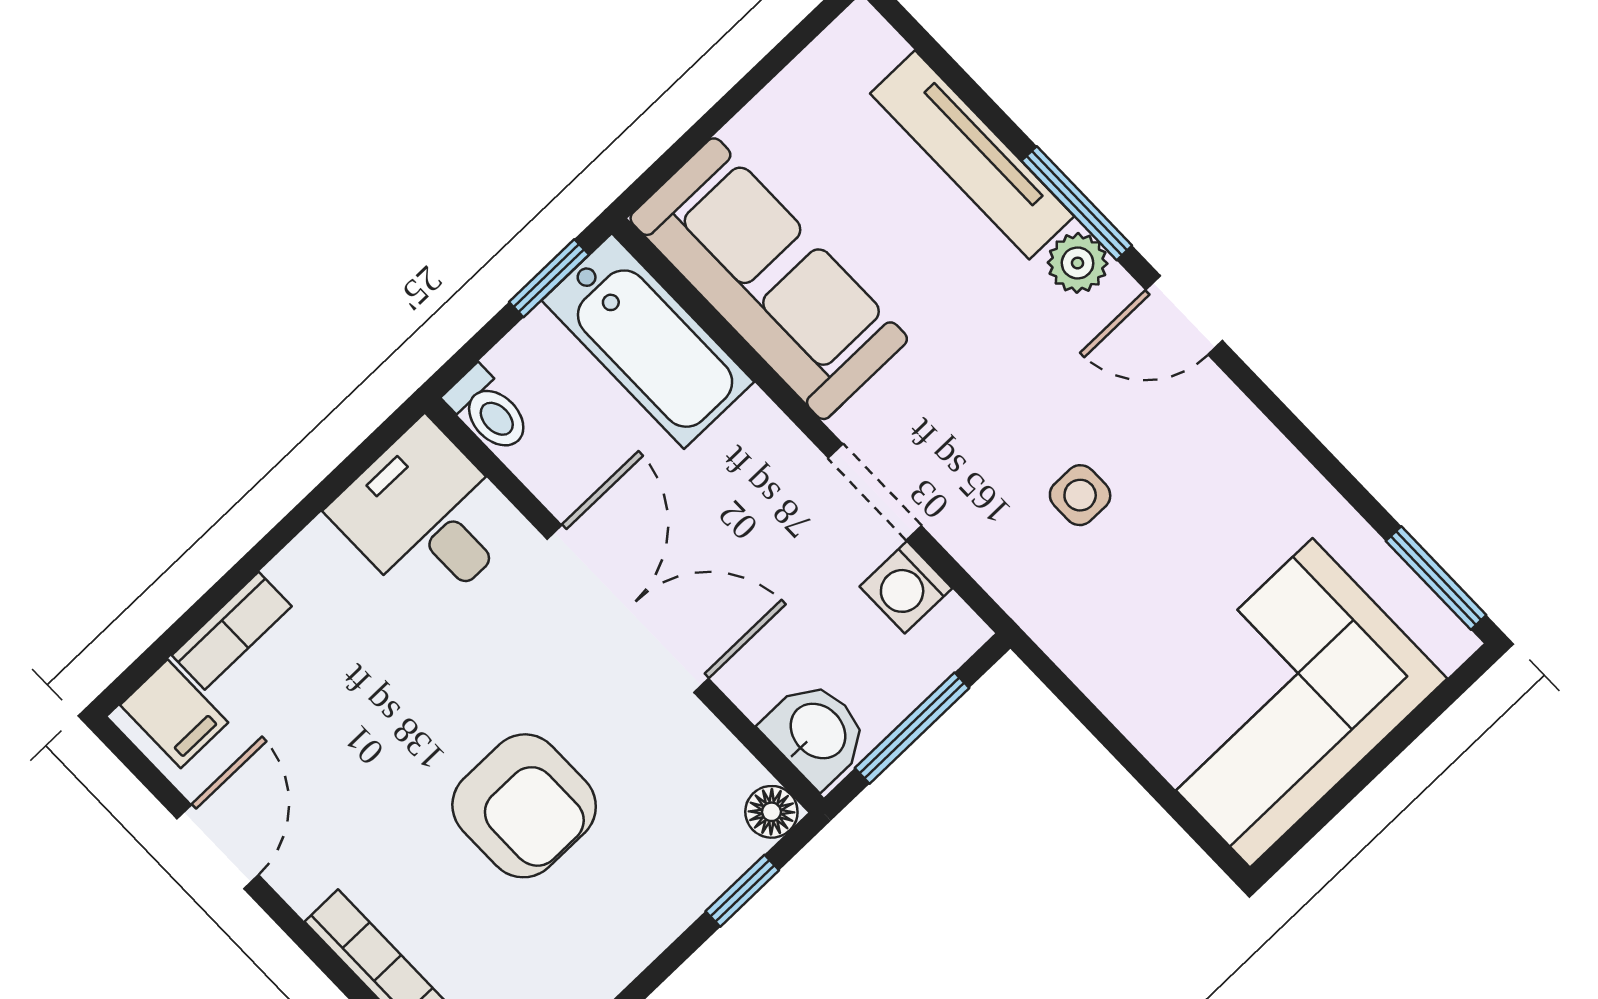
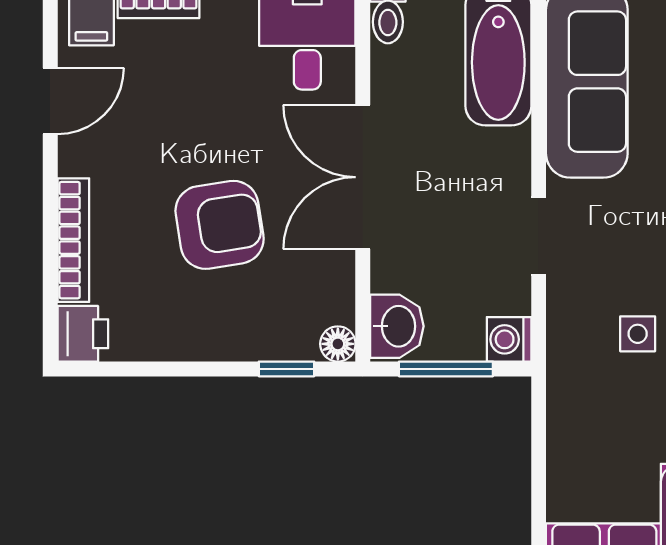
washing machine: (906, 587) -> (509, 339), moved
double door: (628, 609) -> (363, 177), swing flipped
armchair: (524, 806) -> (220, 225), turned -99

